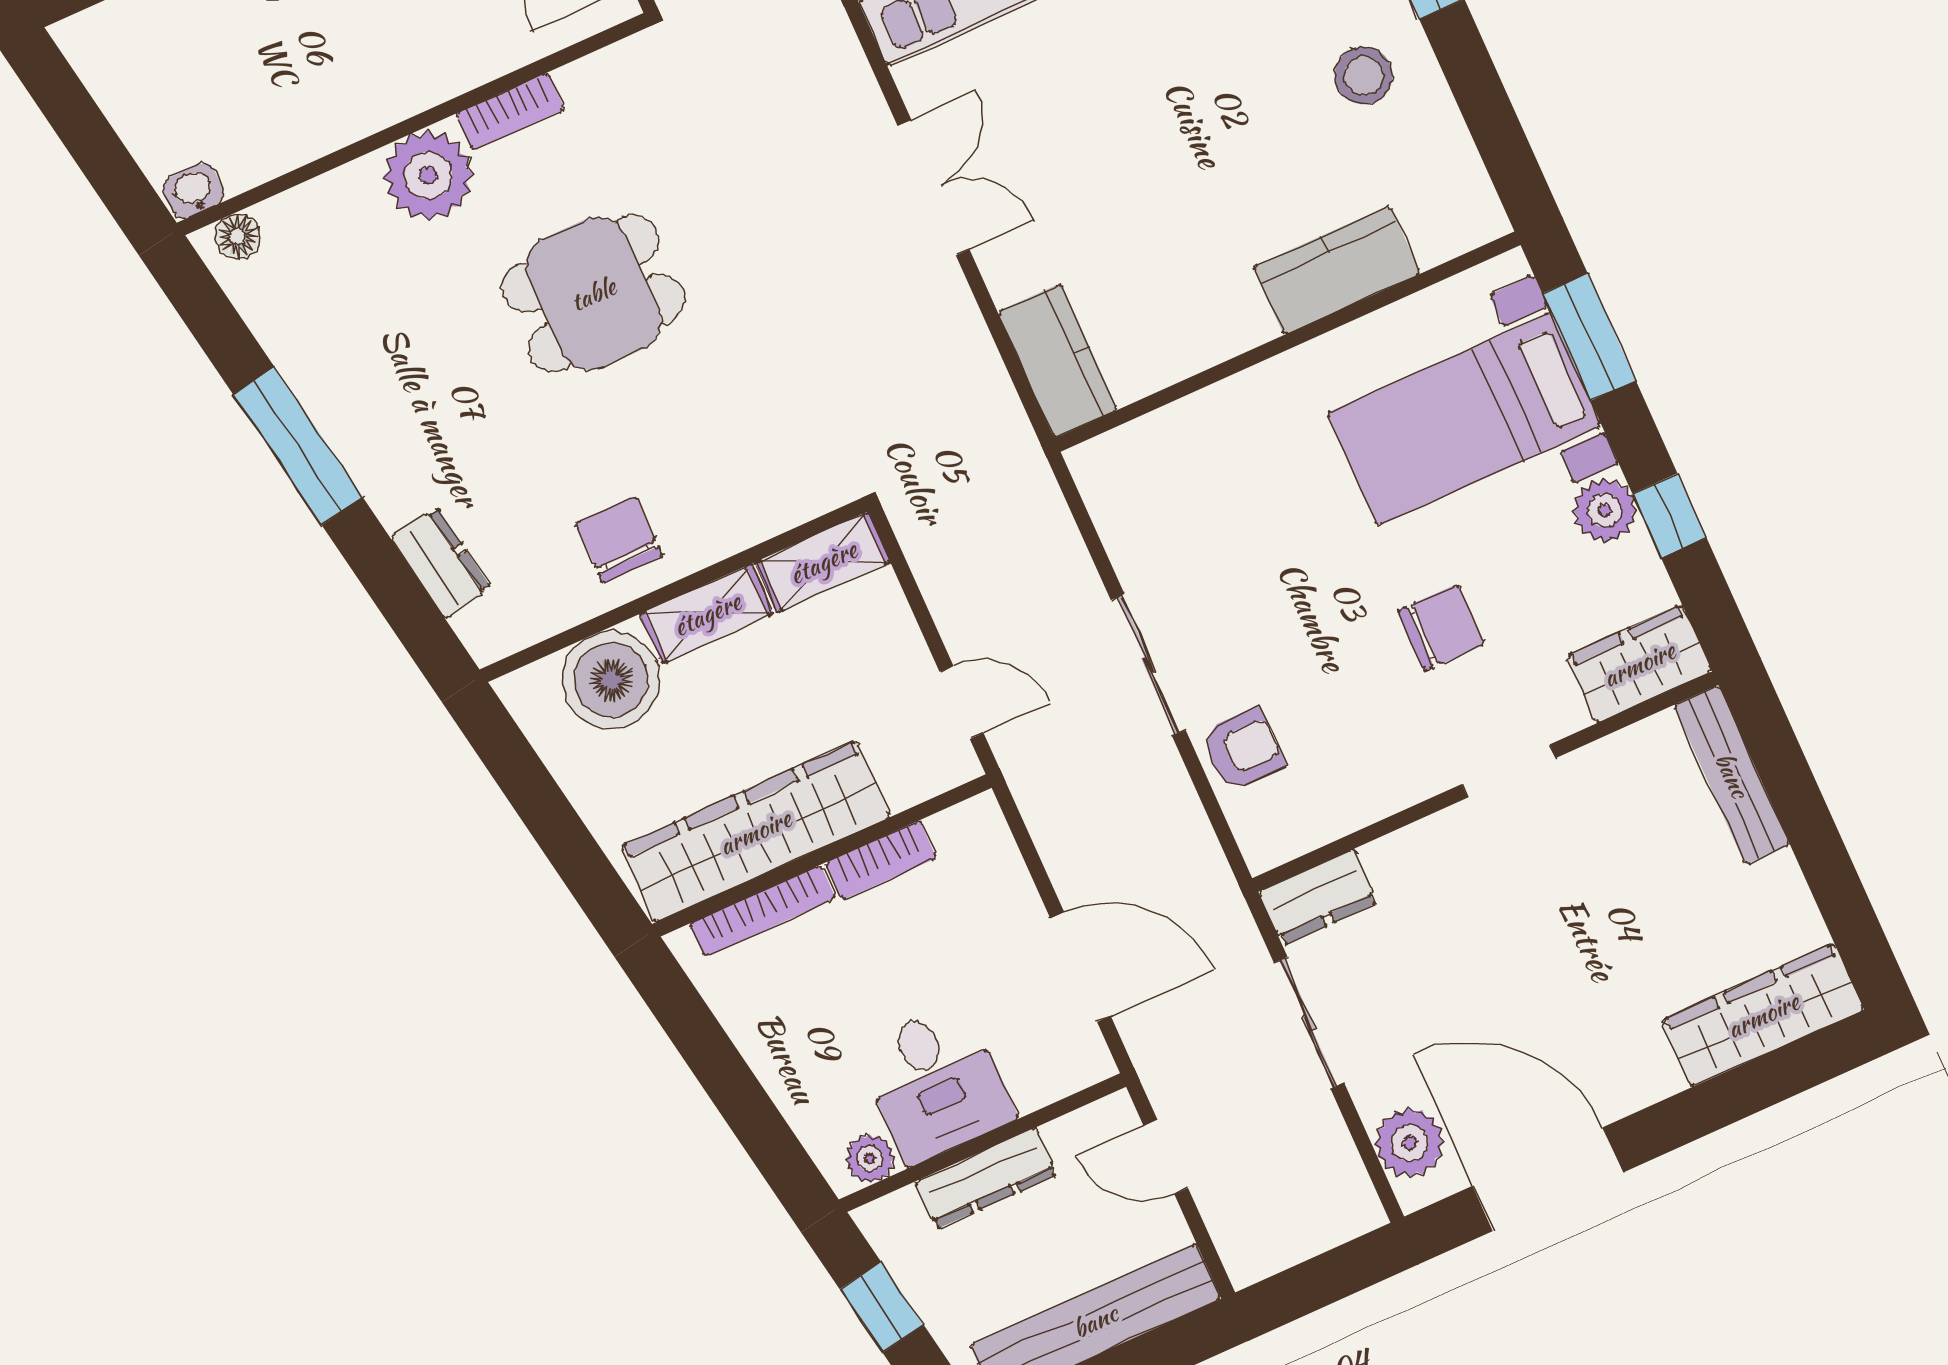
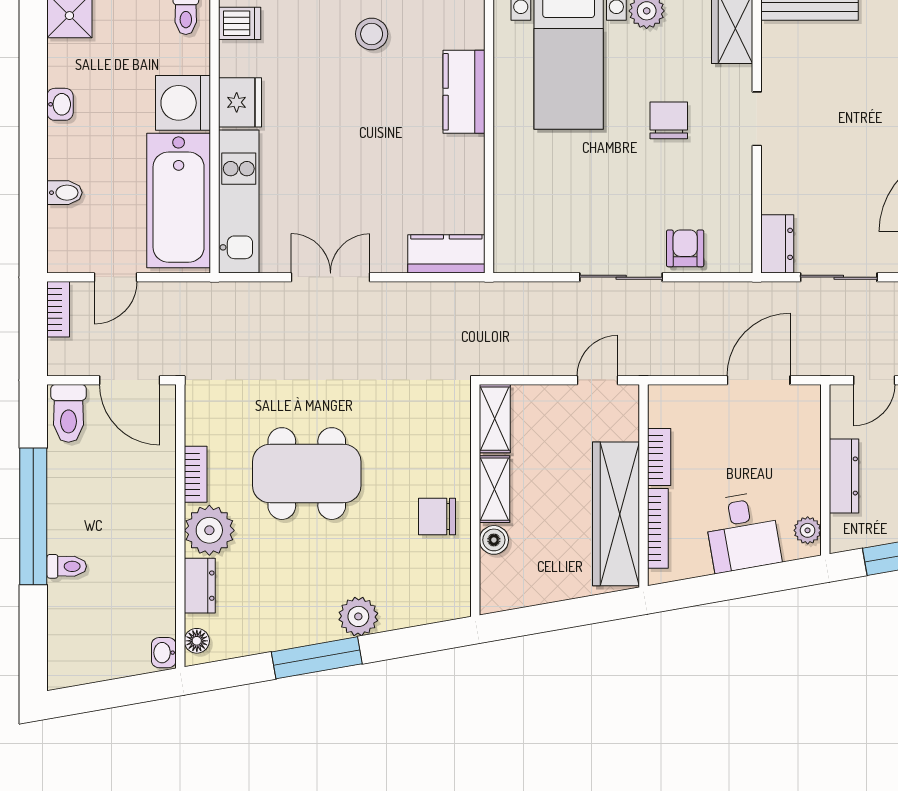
dining table: (593, 294) -> (307, 474), width x1.38
plant: (397, 484) -> (358, 616), added
dresser: (441, 563) -> (200, 586), moved, turned 100
boiler: (611, 680) -> (494, 540), width x0.54, depth x0.54
desk: (936, 1083) -> (742, 532), moved, turned 80

